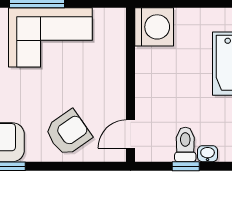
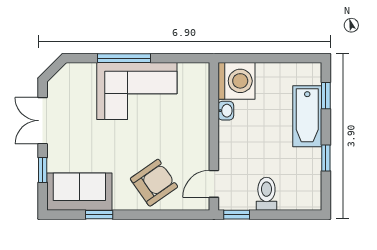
washbasin: (208, 154) -> (226, 111), moved, turned 90
window: (186, 166) -> (237, 215), moved

